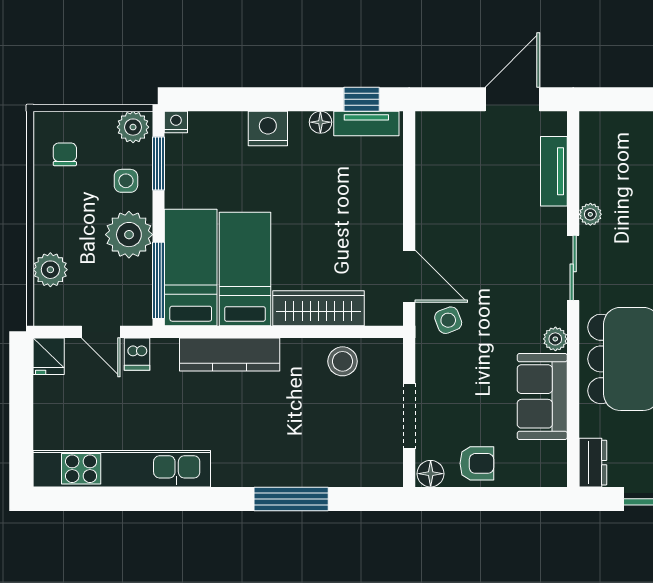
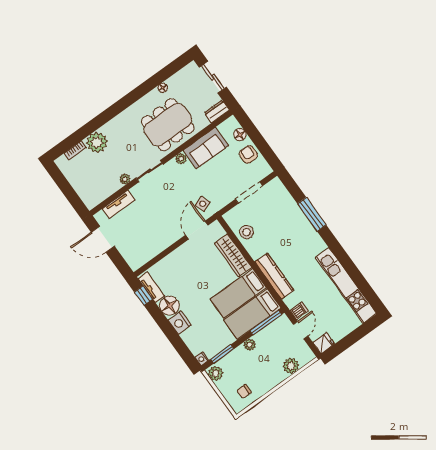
floor lamp: (320, 122) -> (169, 306), width x1.89, depth x1.89
side table: (126, 181) -> (237, 362), removed
plant: (129, 235) -> (250, 345), width x0.53, depth x0.53
floor lamp: (431, 474) -> (240, 135), moved

